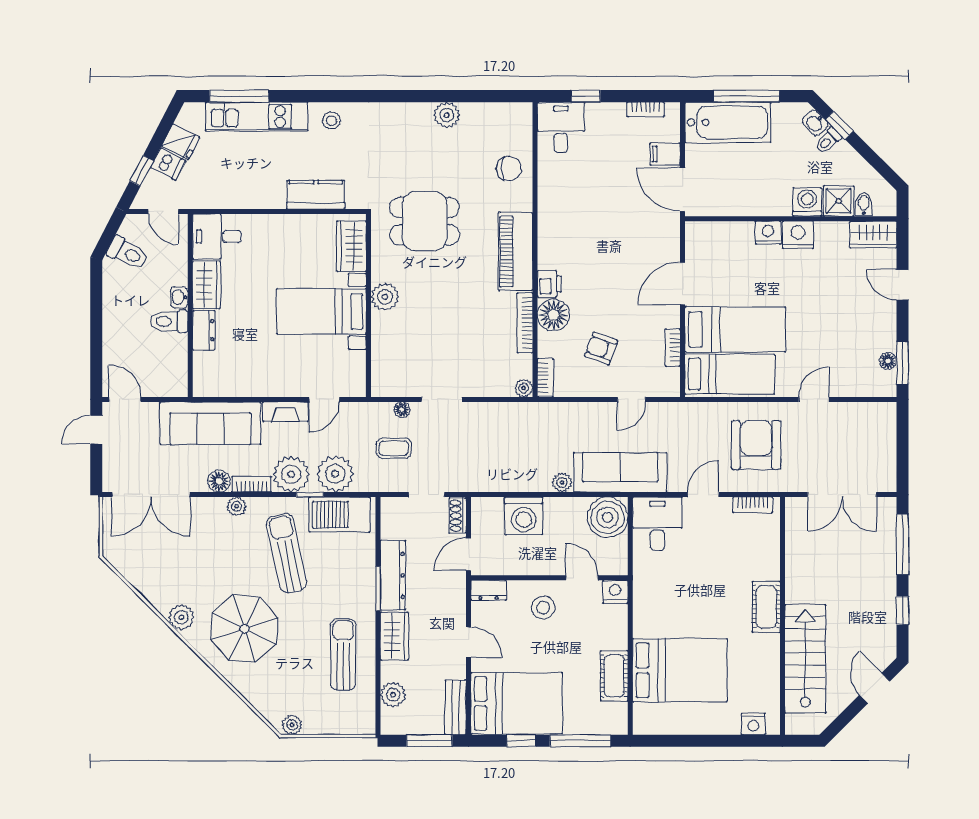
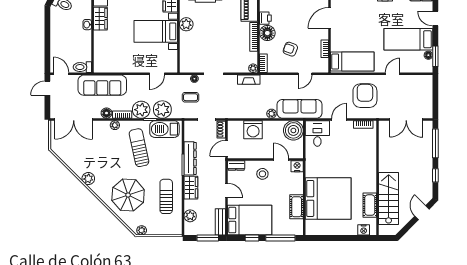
toilet: (169, 321) -> (82, 67), moved
bed: (735, 329) -> (408, 39), moved, turned 180
dresser: (204, 330) -> (99, 40), removed
fireplace: (285, 412) -> (249, 80), moved
cot: (766, 607) -> (370, 205), moved
parasol: (244, 629) -> (128, 195), moved
bed: (680, 670) -> (328, 198), width x1.36

